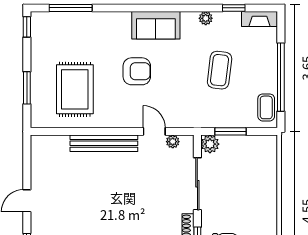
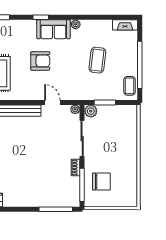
window: (234, 8) -> (41, 17), moved
plant: (206, 18) -> (76, 24), moved
plant: (173, 142) -> (75, 109), moved

